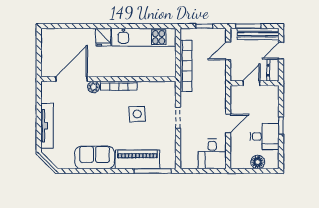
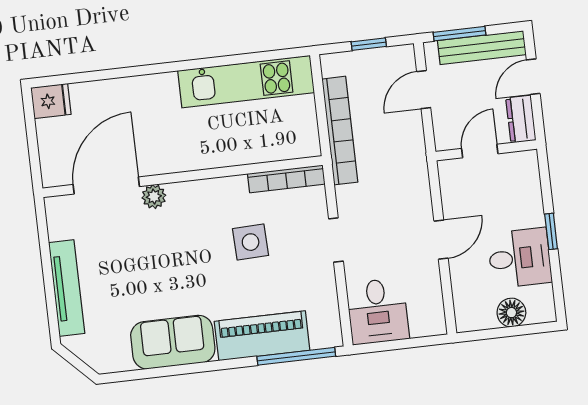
fridge: (103, 37) -> (51, 101), moved, turned -90
bookcase: (119, 86) -> (286, 179), moved
desk: (212, 154) -> (378, 311), moved

